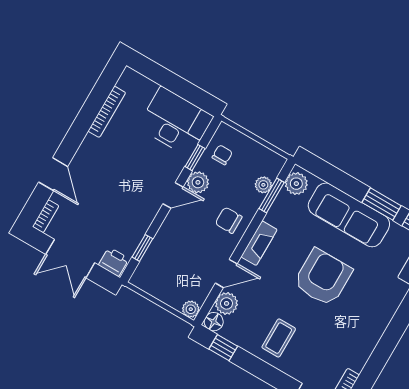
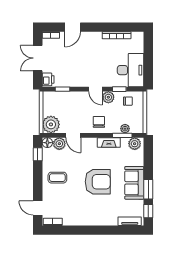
sofa: (349, 215) -> (134, 183), width x0.73
fireplace: (259, 243) -> (109, 142), moved
plant: (191, 309) -> (51, 124), width x1.88, depth x1.88

